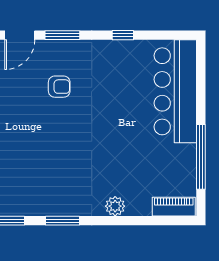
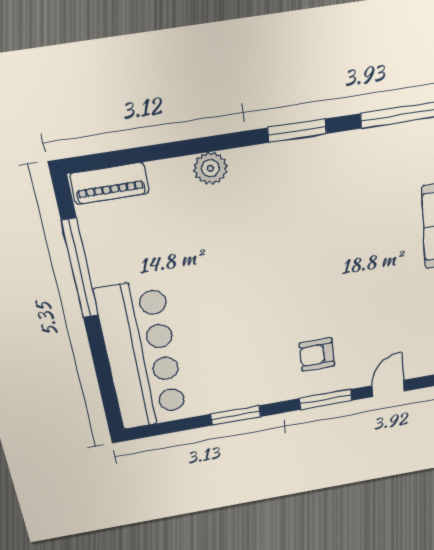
door: (20, 35) -> (388, 388), width x0.73
window: (123, 35) -> (236, 415), width x1.50
armchair: (59, 87) -> (317, 355), moved

